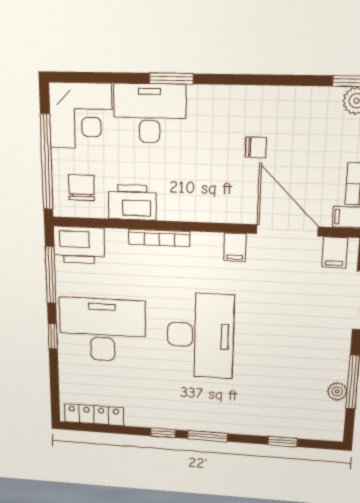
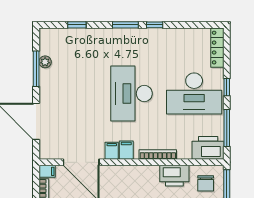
filing cabinet: (335, 252) -> (126, 150), moved
locker: (94, 415) -> (217, 48), moved, turned 90

